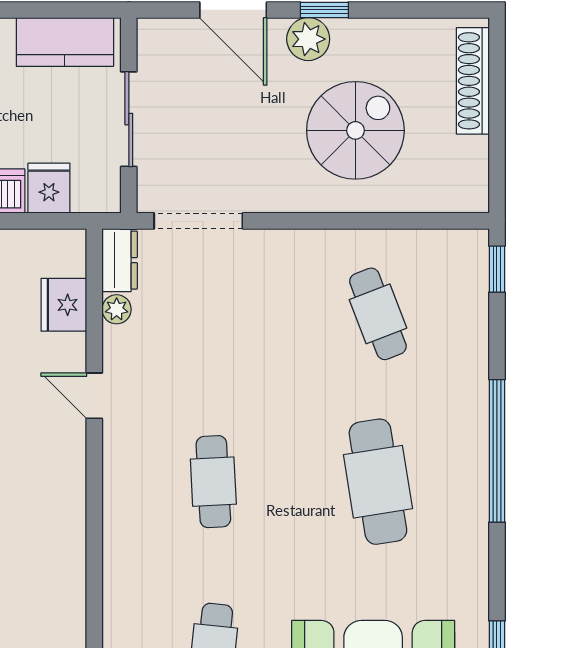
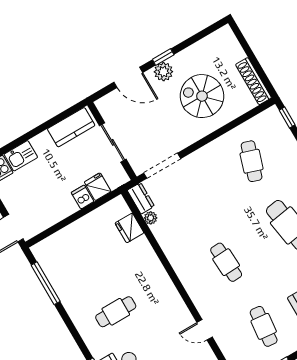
shoe rack: (473, 81) -> (253, 81), moved
spiral stairs: (355, 130) -> (202, 96), turned -90
cafe table: (378, 314) -> (252, 161), turned 39
door: (94, 396) -> (205, 330), moved

